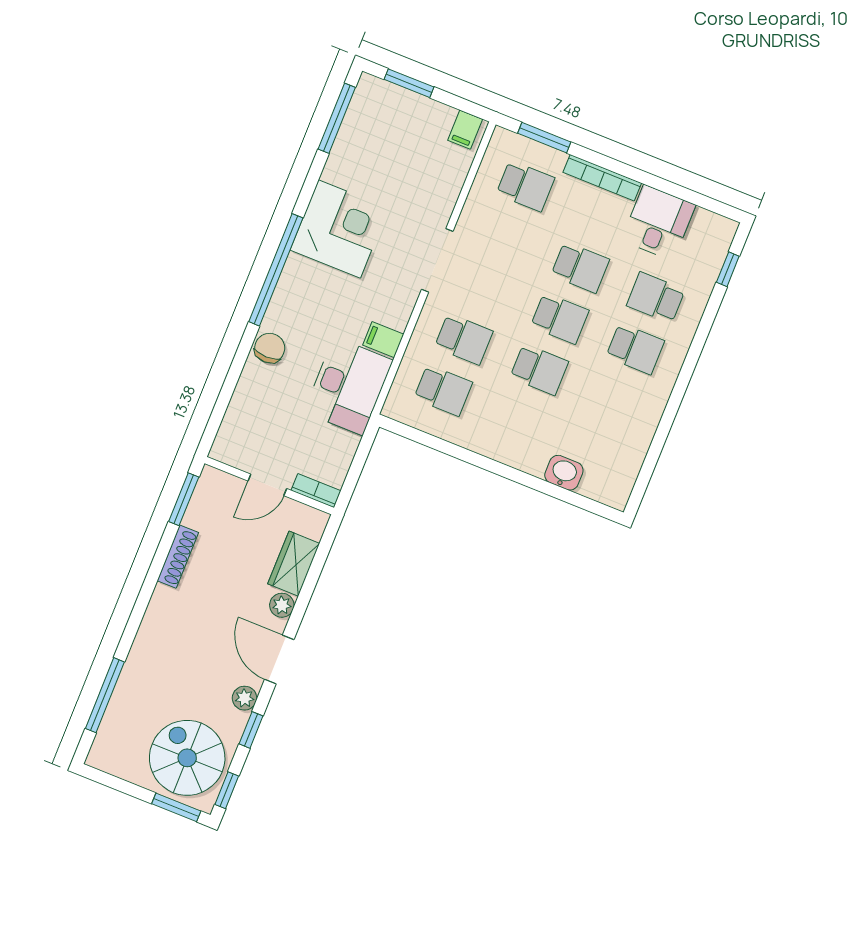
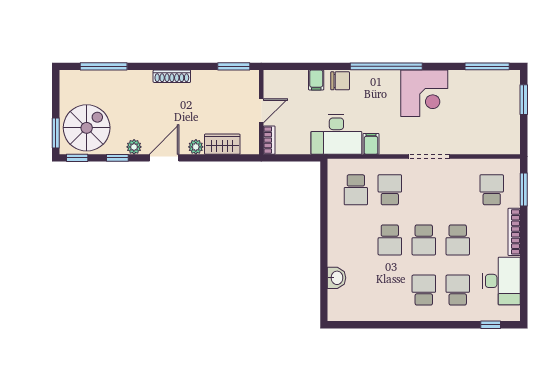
filing cabinet: (465, 130) -> (316, 80), moved, turned -90
school desk: (525, 186) -> (492, 190), turned 180
desk: (659, 223) -> (501, 281), width x1.37
school desk: (464, 339) -> (390, 190), turned 180
school desk: (635, 349) -> (424, 290), turned 180
door: (267, 485) -> (261, 111), swing flipped
shoe rack: (178, 557) -> (172, 76), moved

